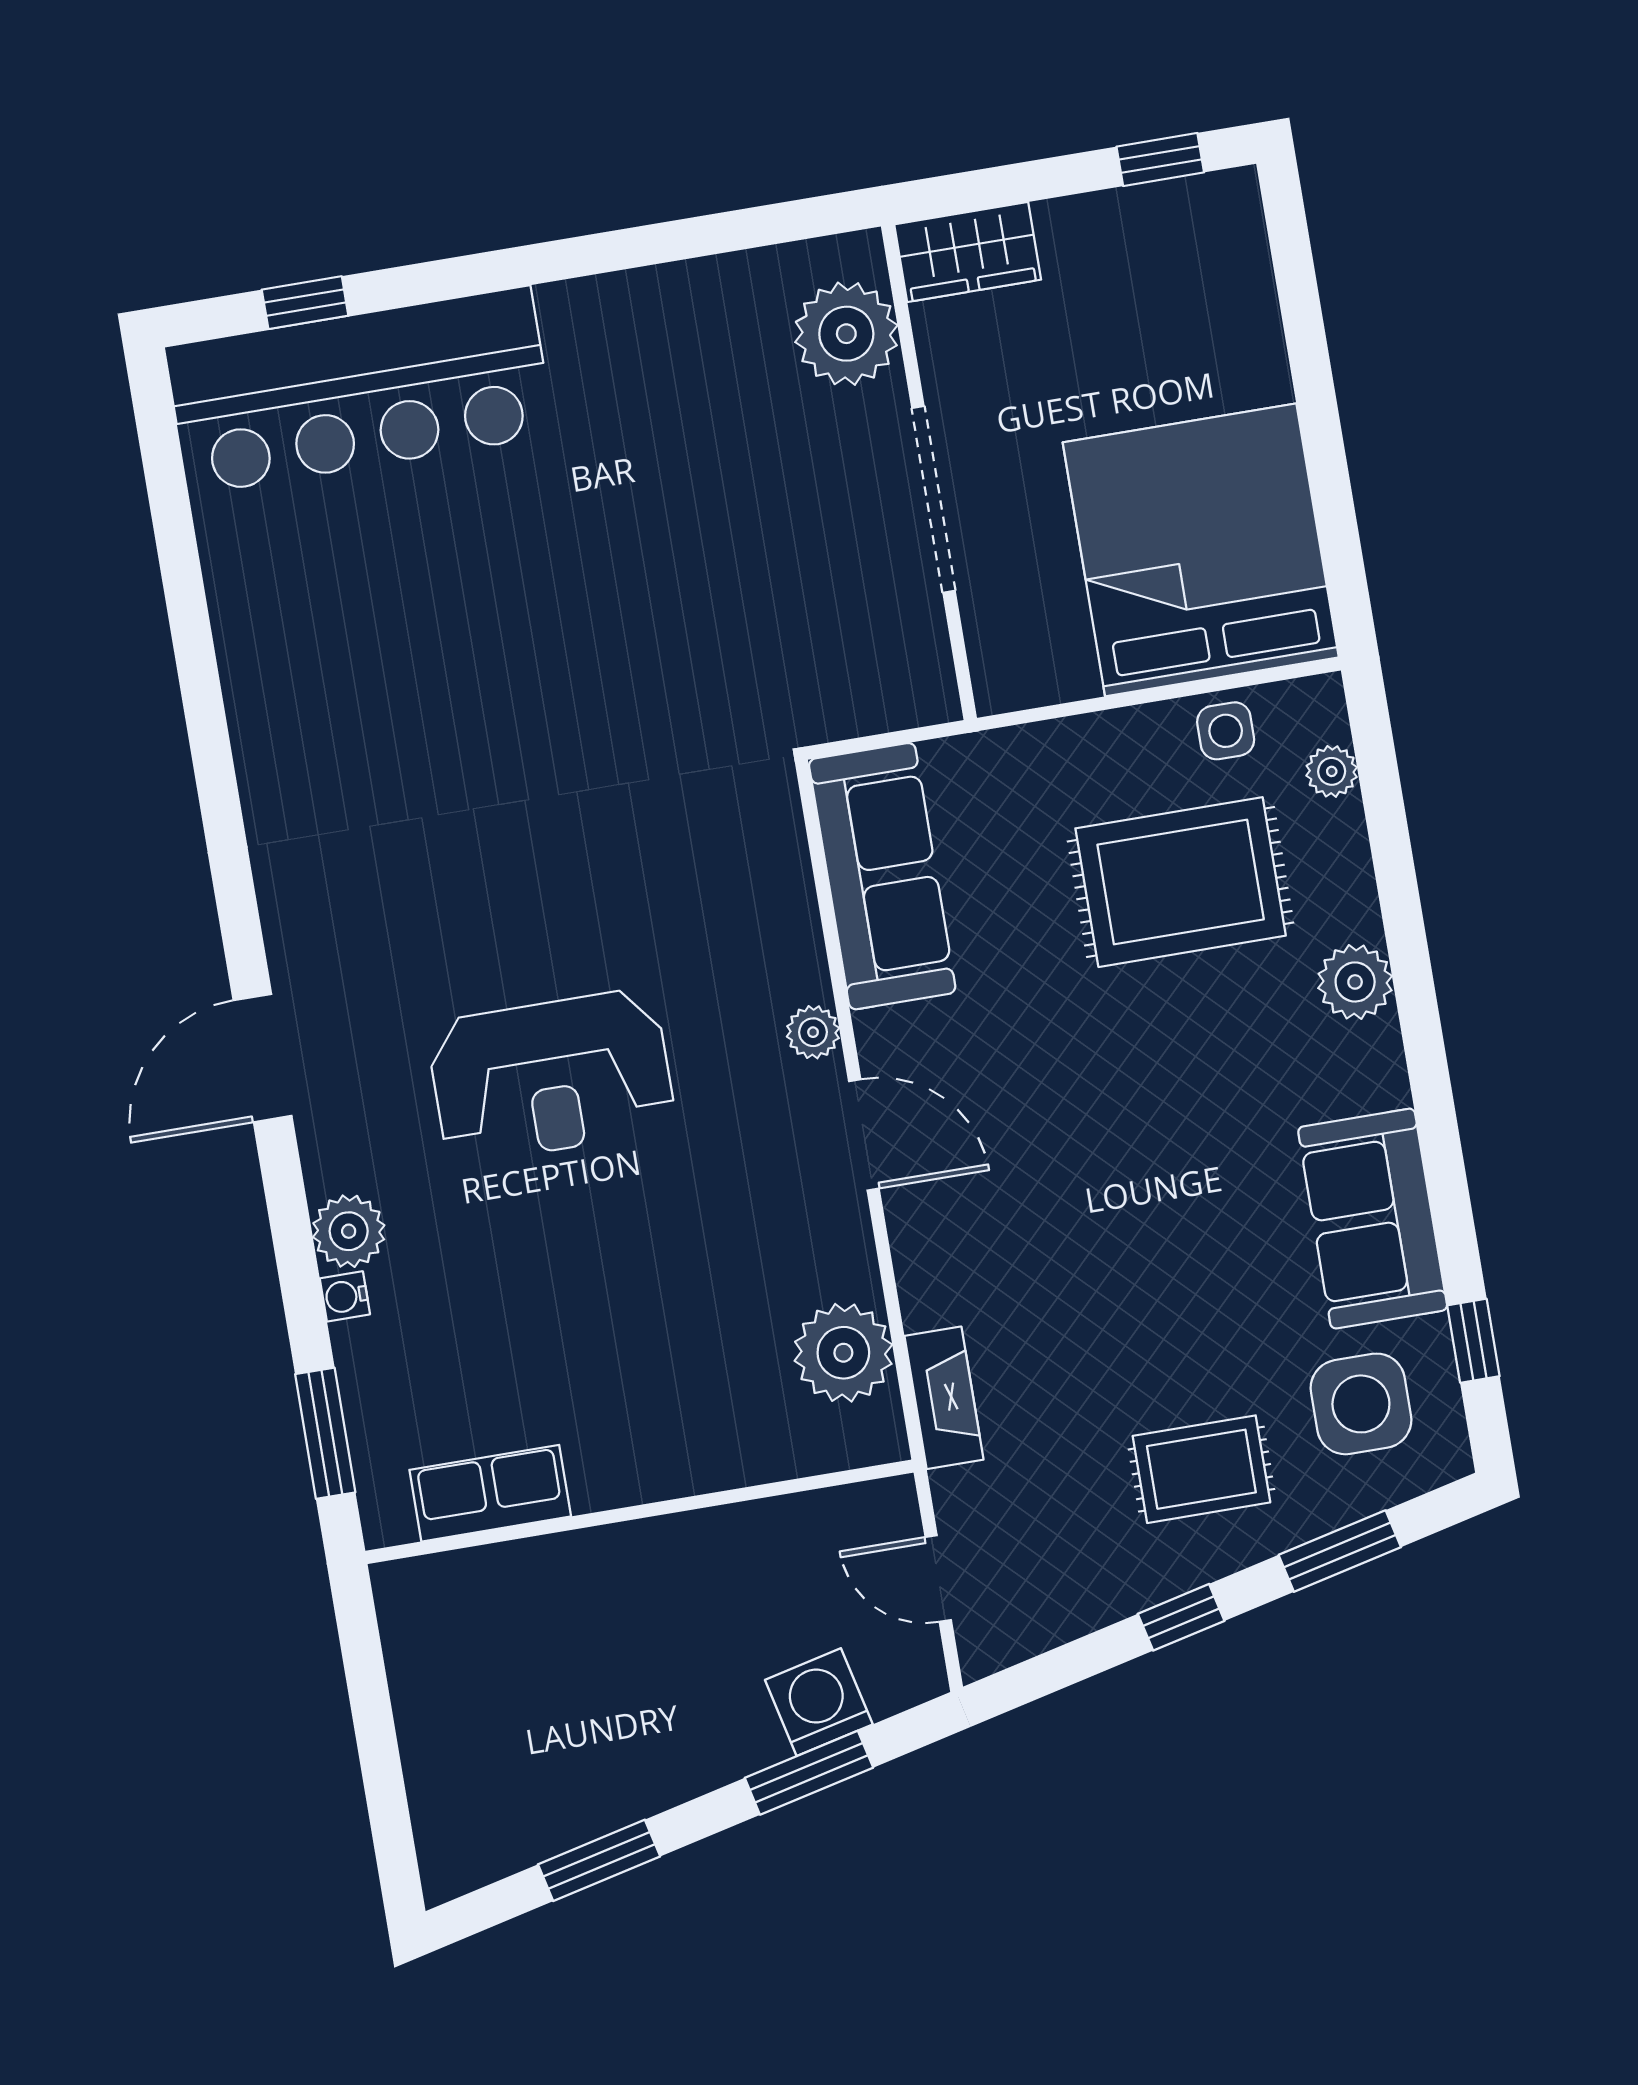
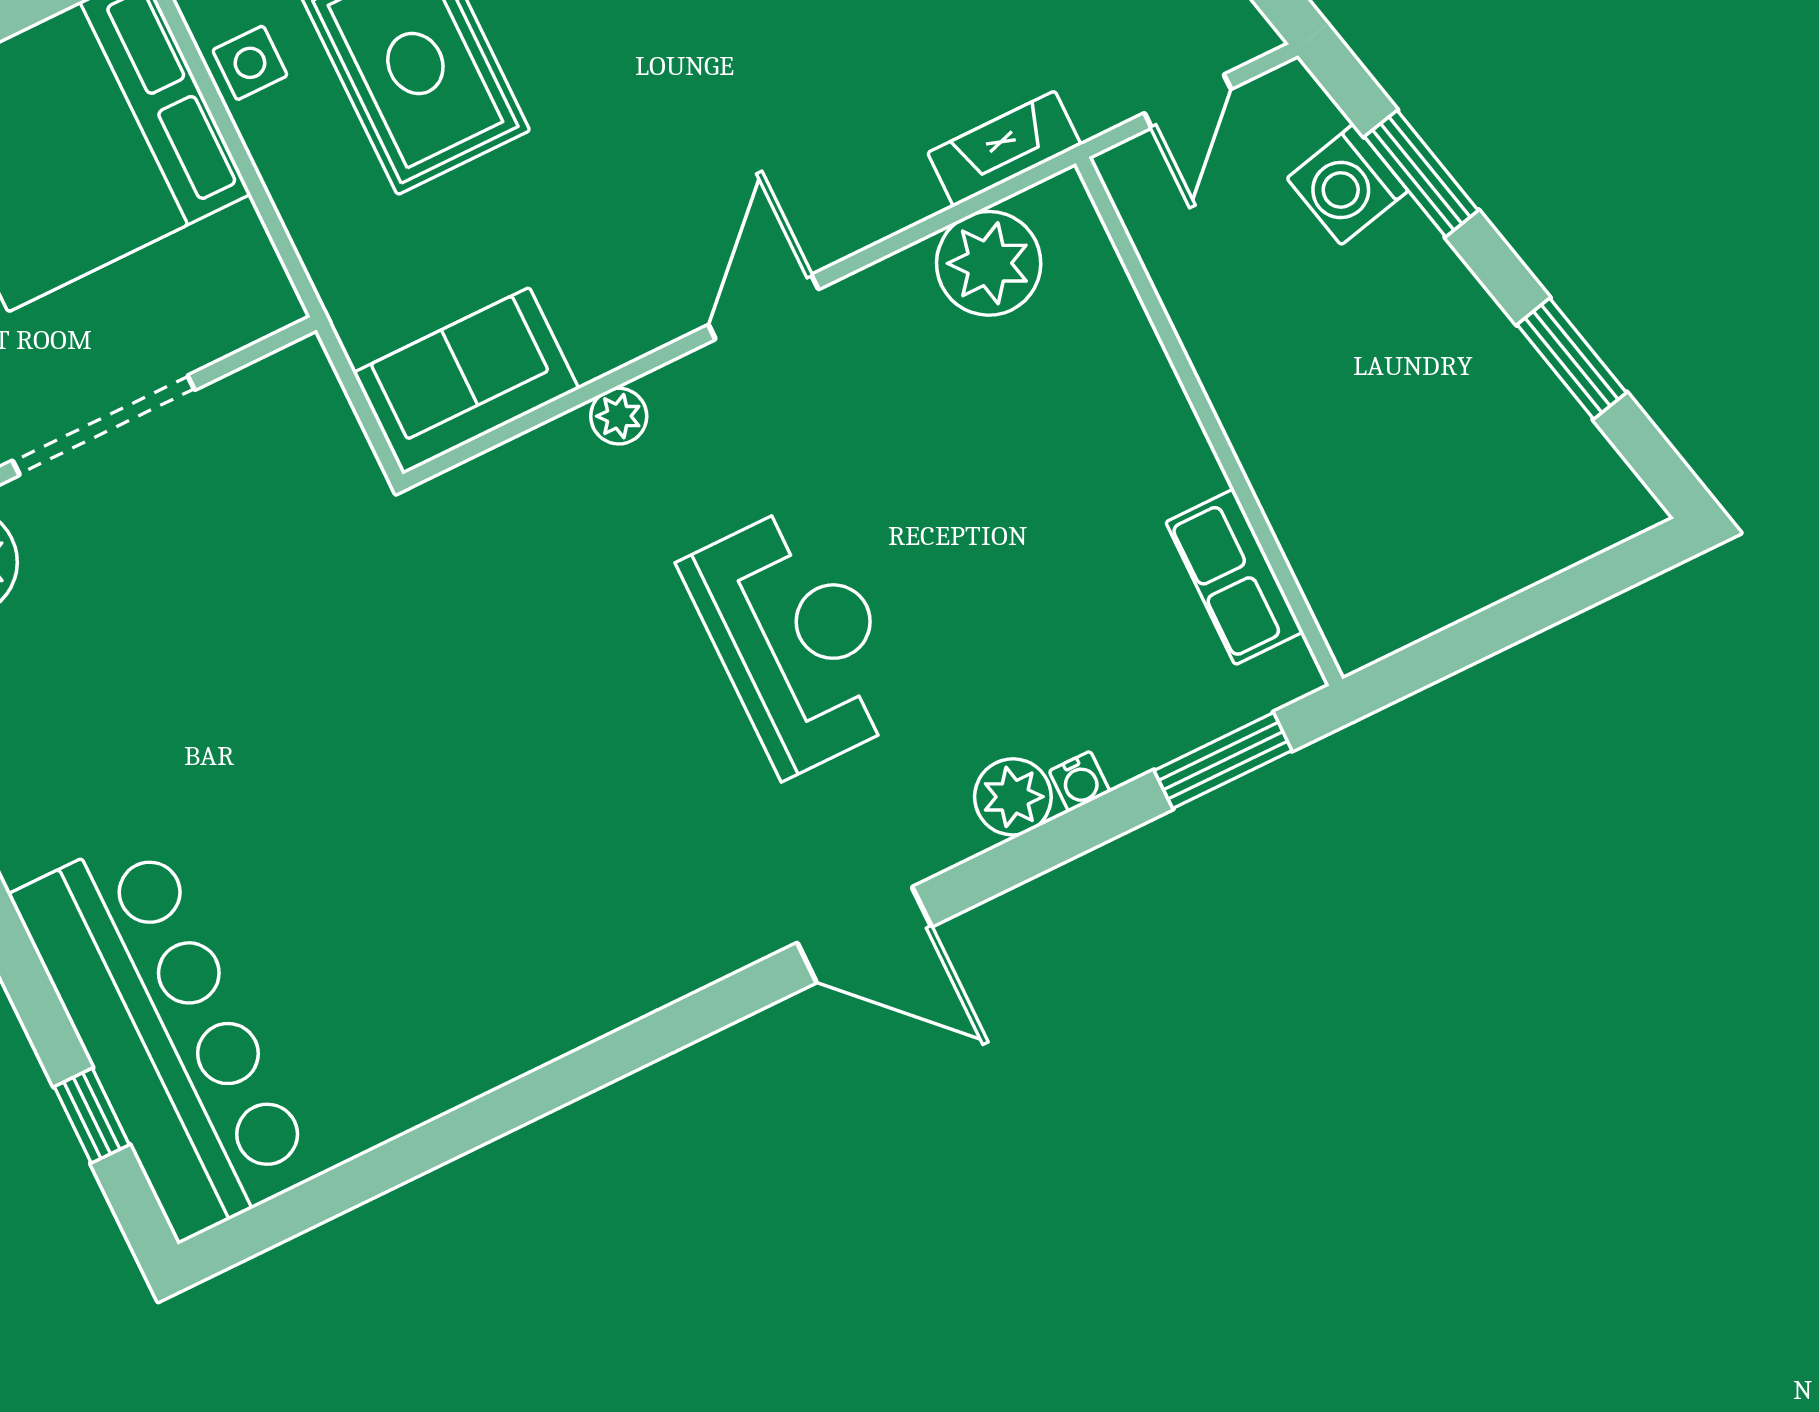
sofa: (882, 876) -> (466, 381), width x0.73
plant: (813, 1032) -> (619, 416), moved

